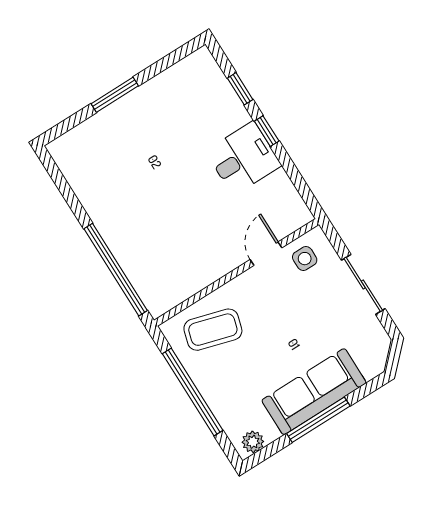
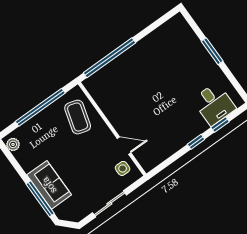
desk: (243, 158) -> (214, 104), moved
sofa: (314, 392) -> (49, 185), width x0.73
window: (318, 420) -> (40, 199), moved

